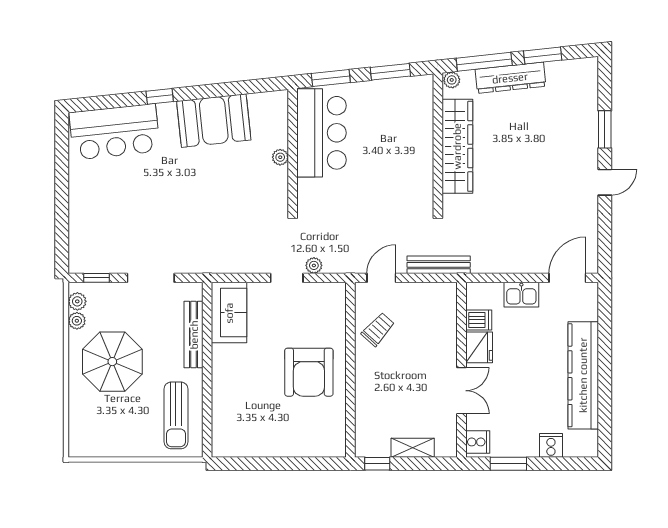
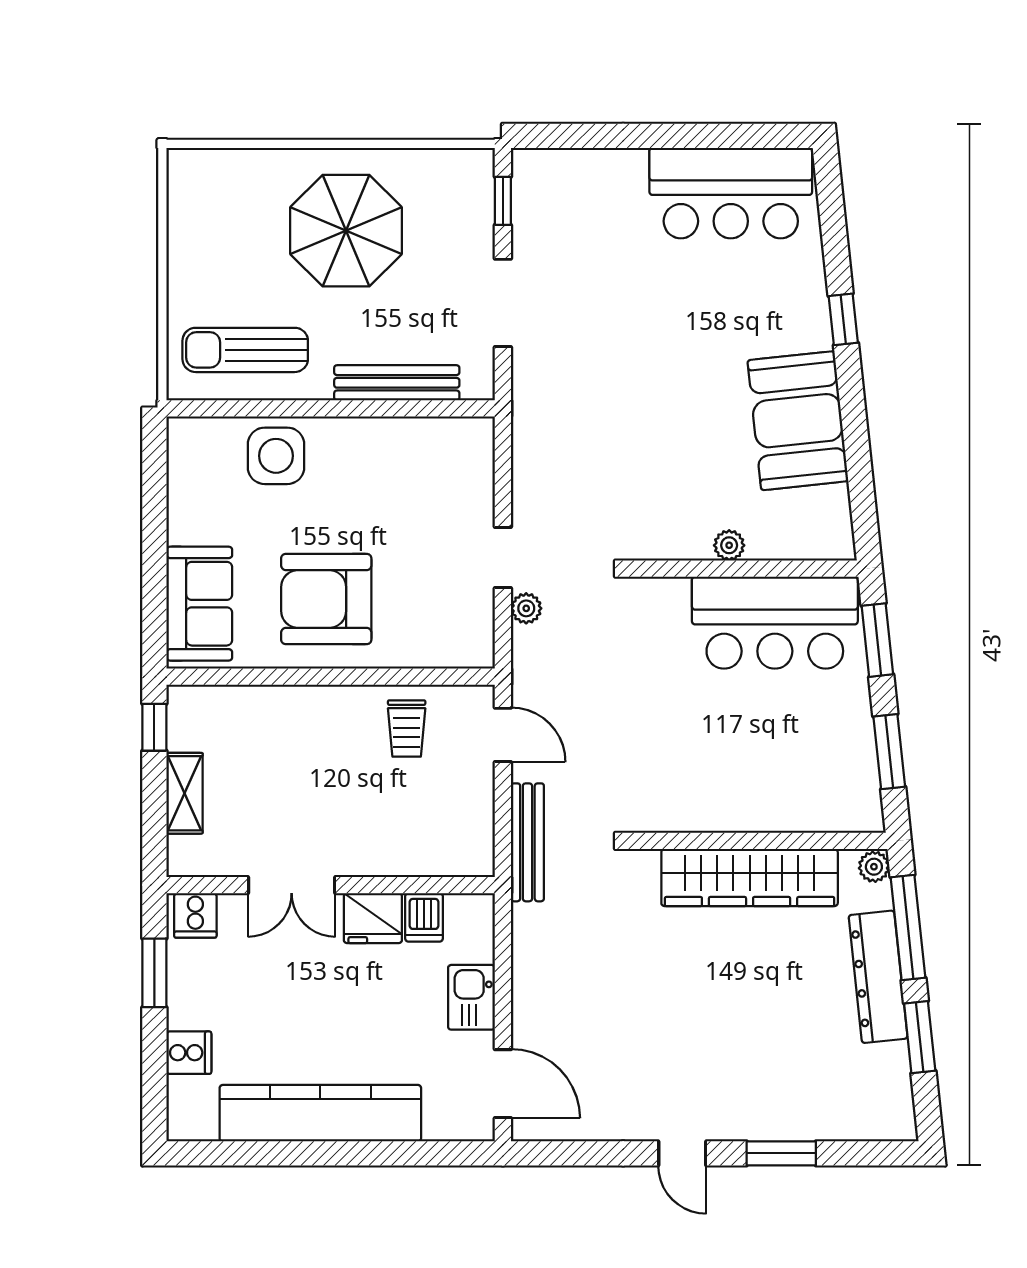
bar counter: (115, 132) -> (731, 193), moved, turned -84
plant: (77, 301) -> (459, 165), removed
sofa: (229, 313) -> (199, 604), moved, turned -90
plant: (77, 321) -> (423, 164), removed
trolley: (378, 329) -> (407, 729), turned 48
side table: (232, 399) -> (276, 456), added

